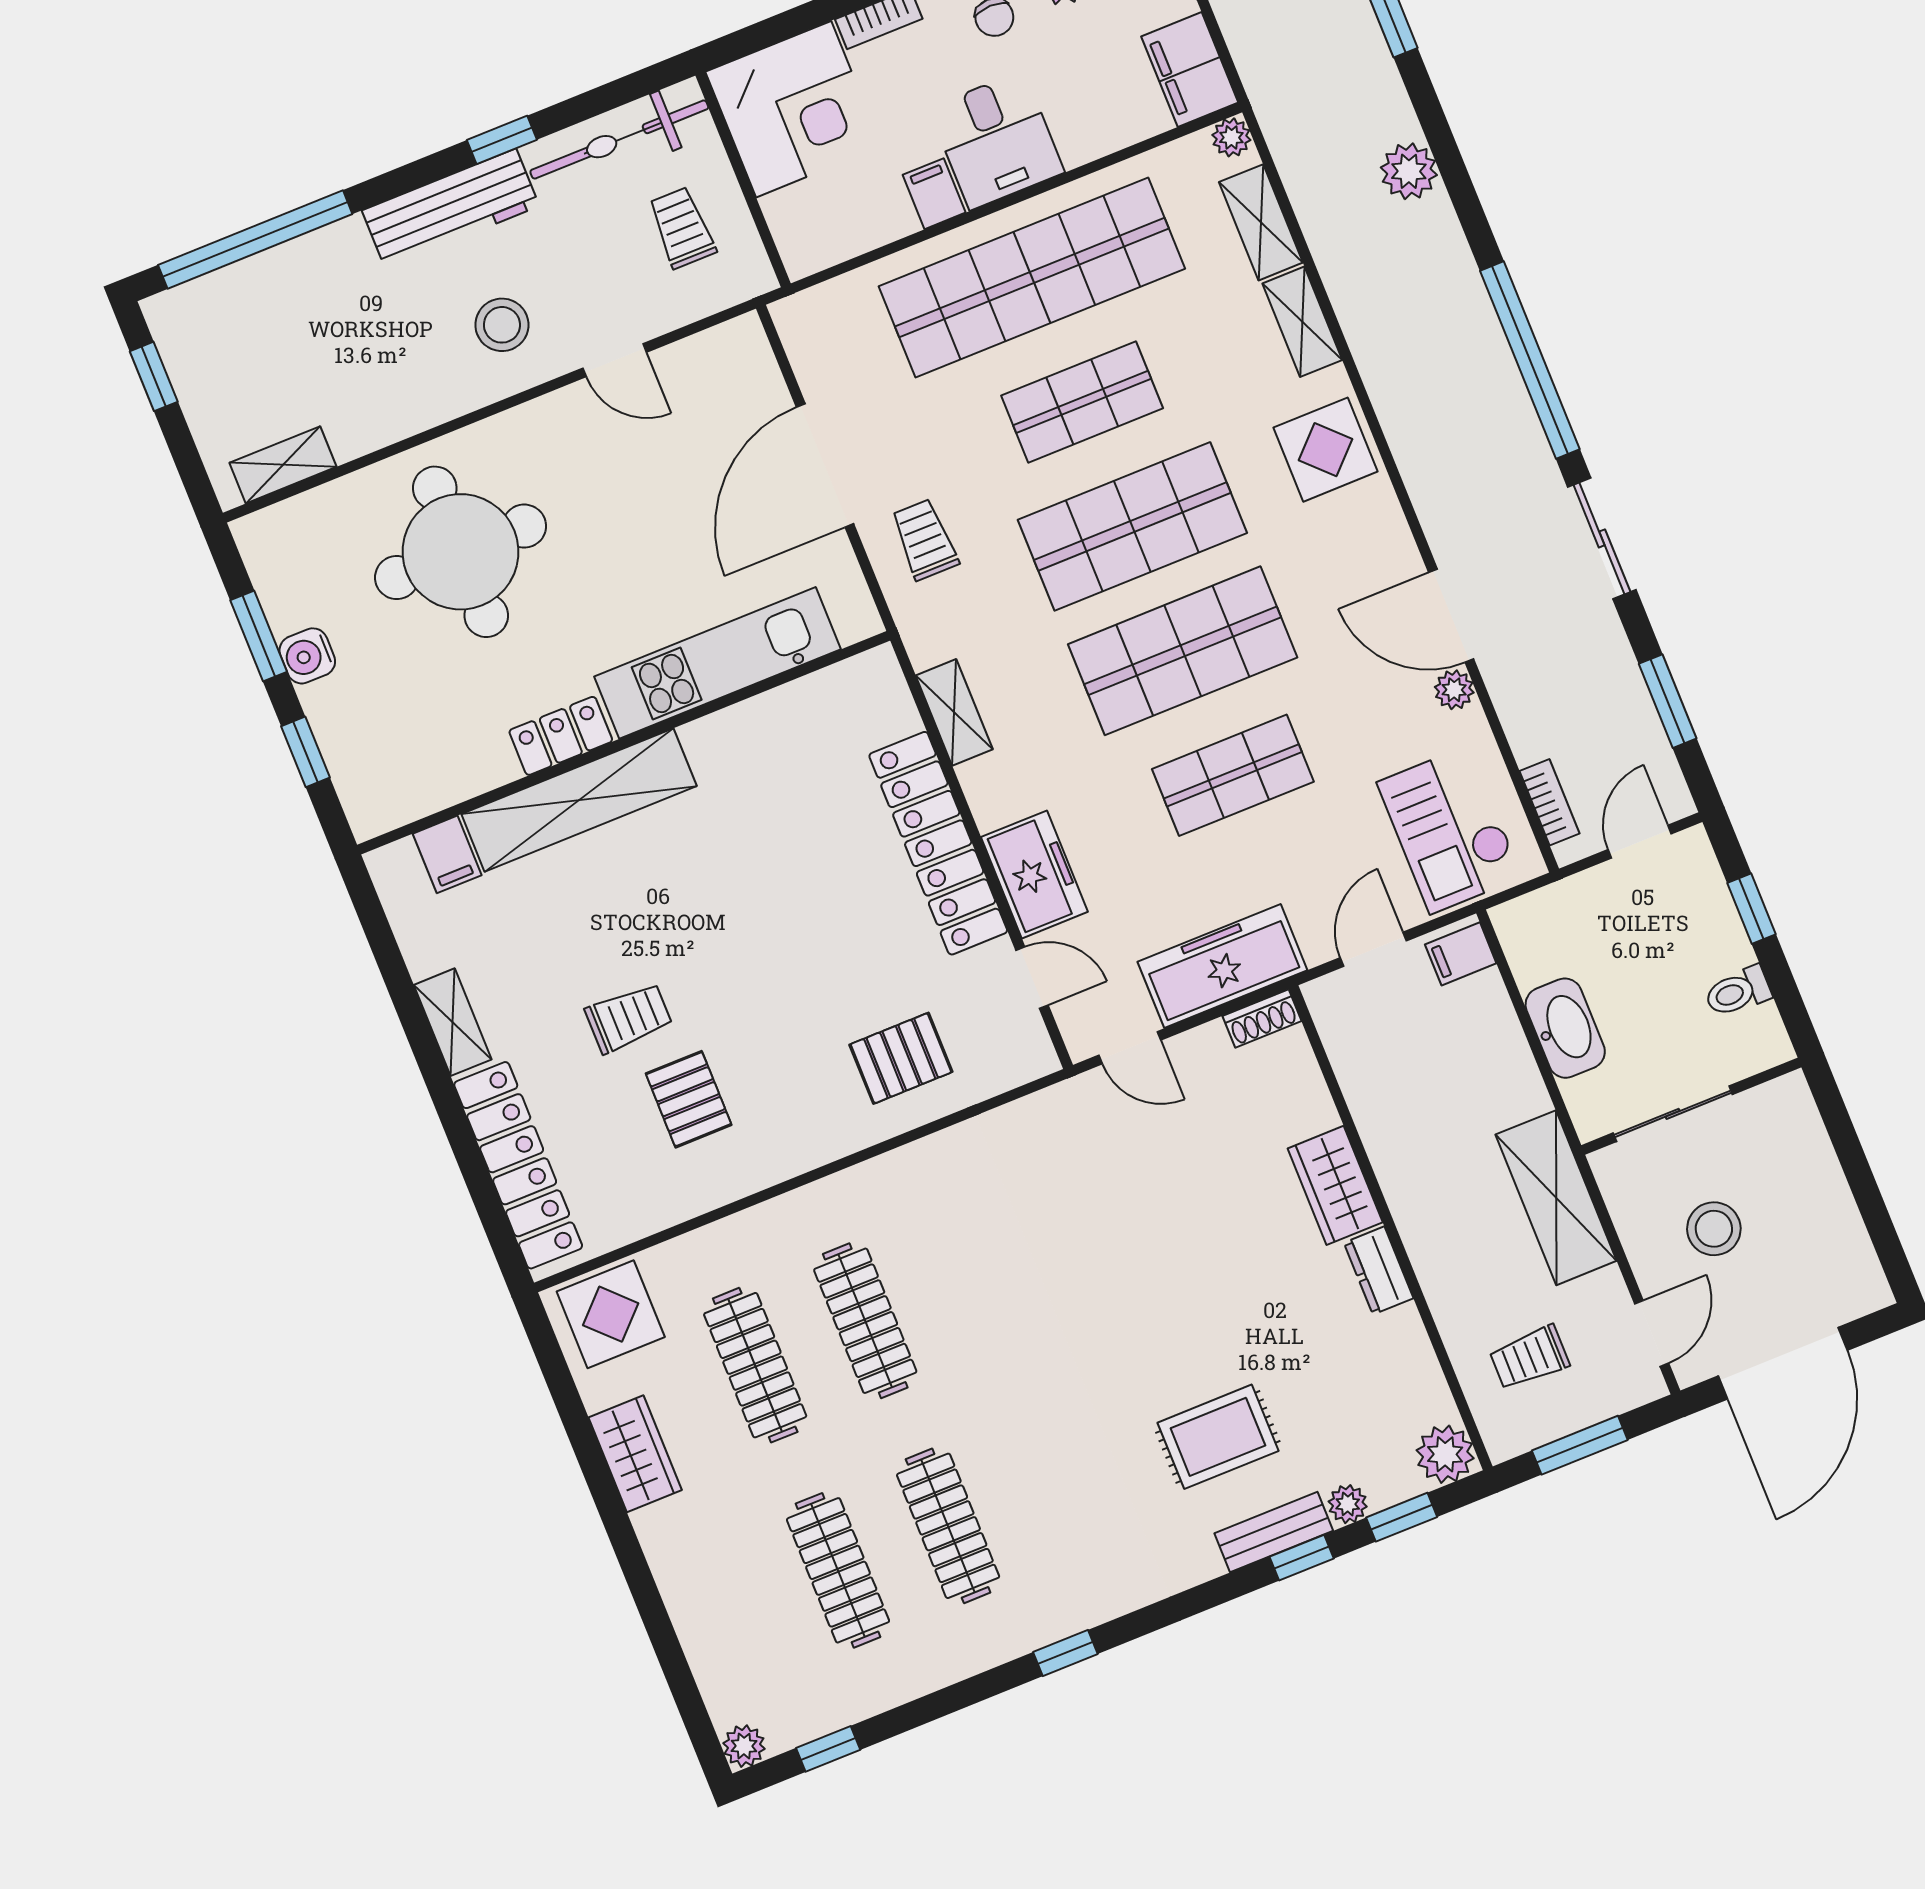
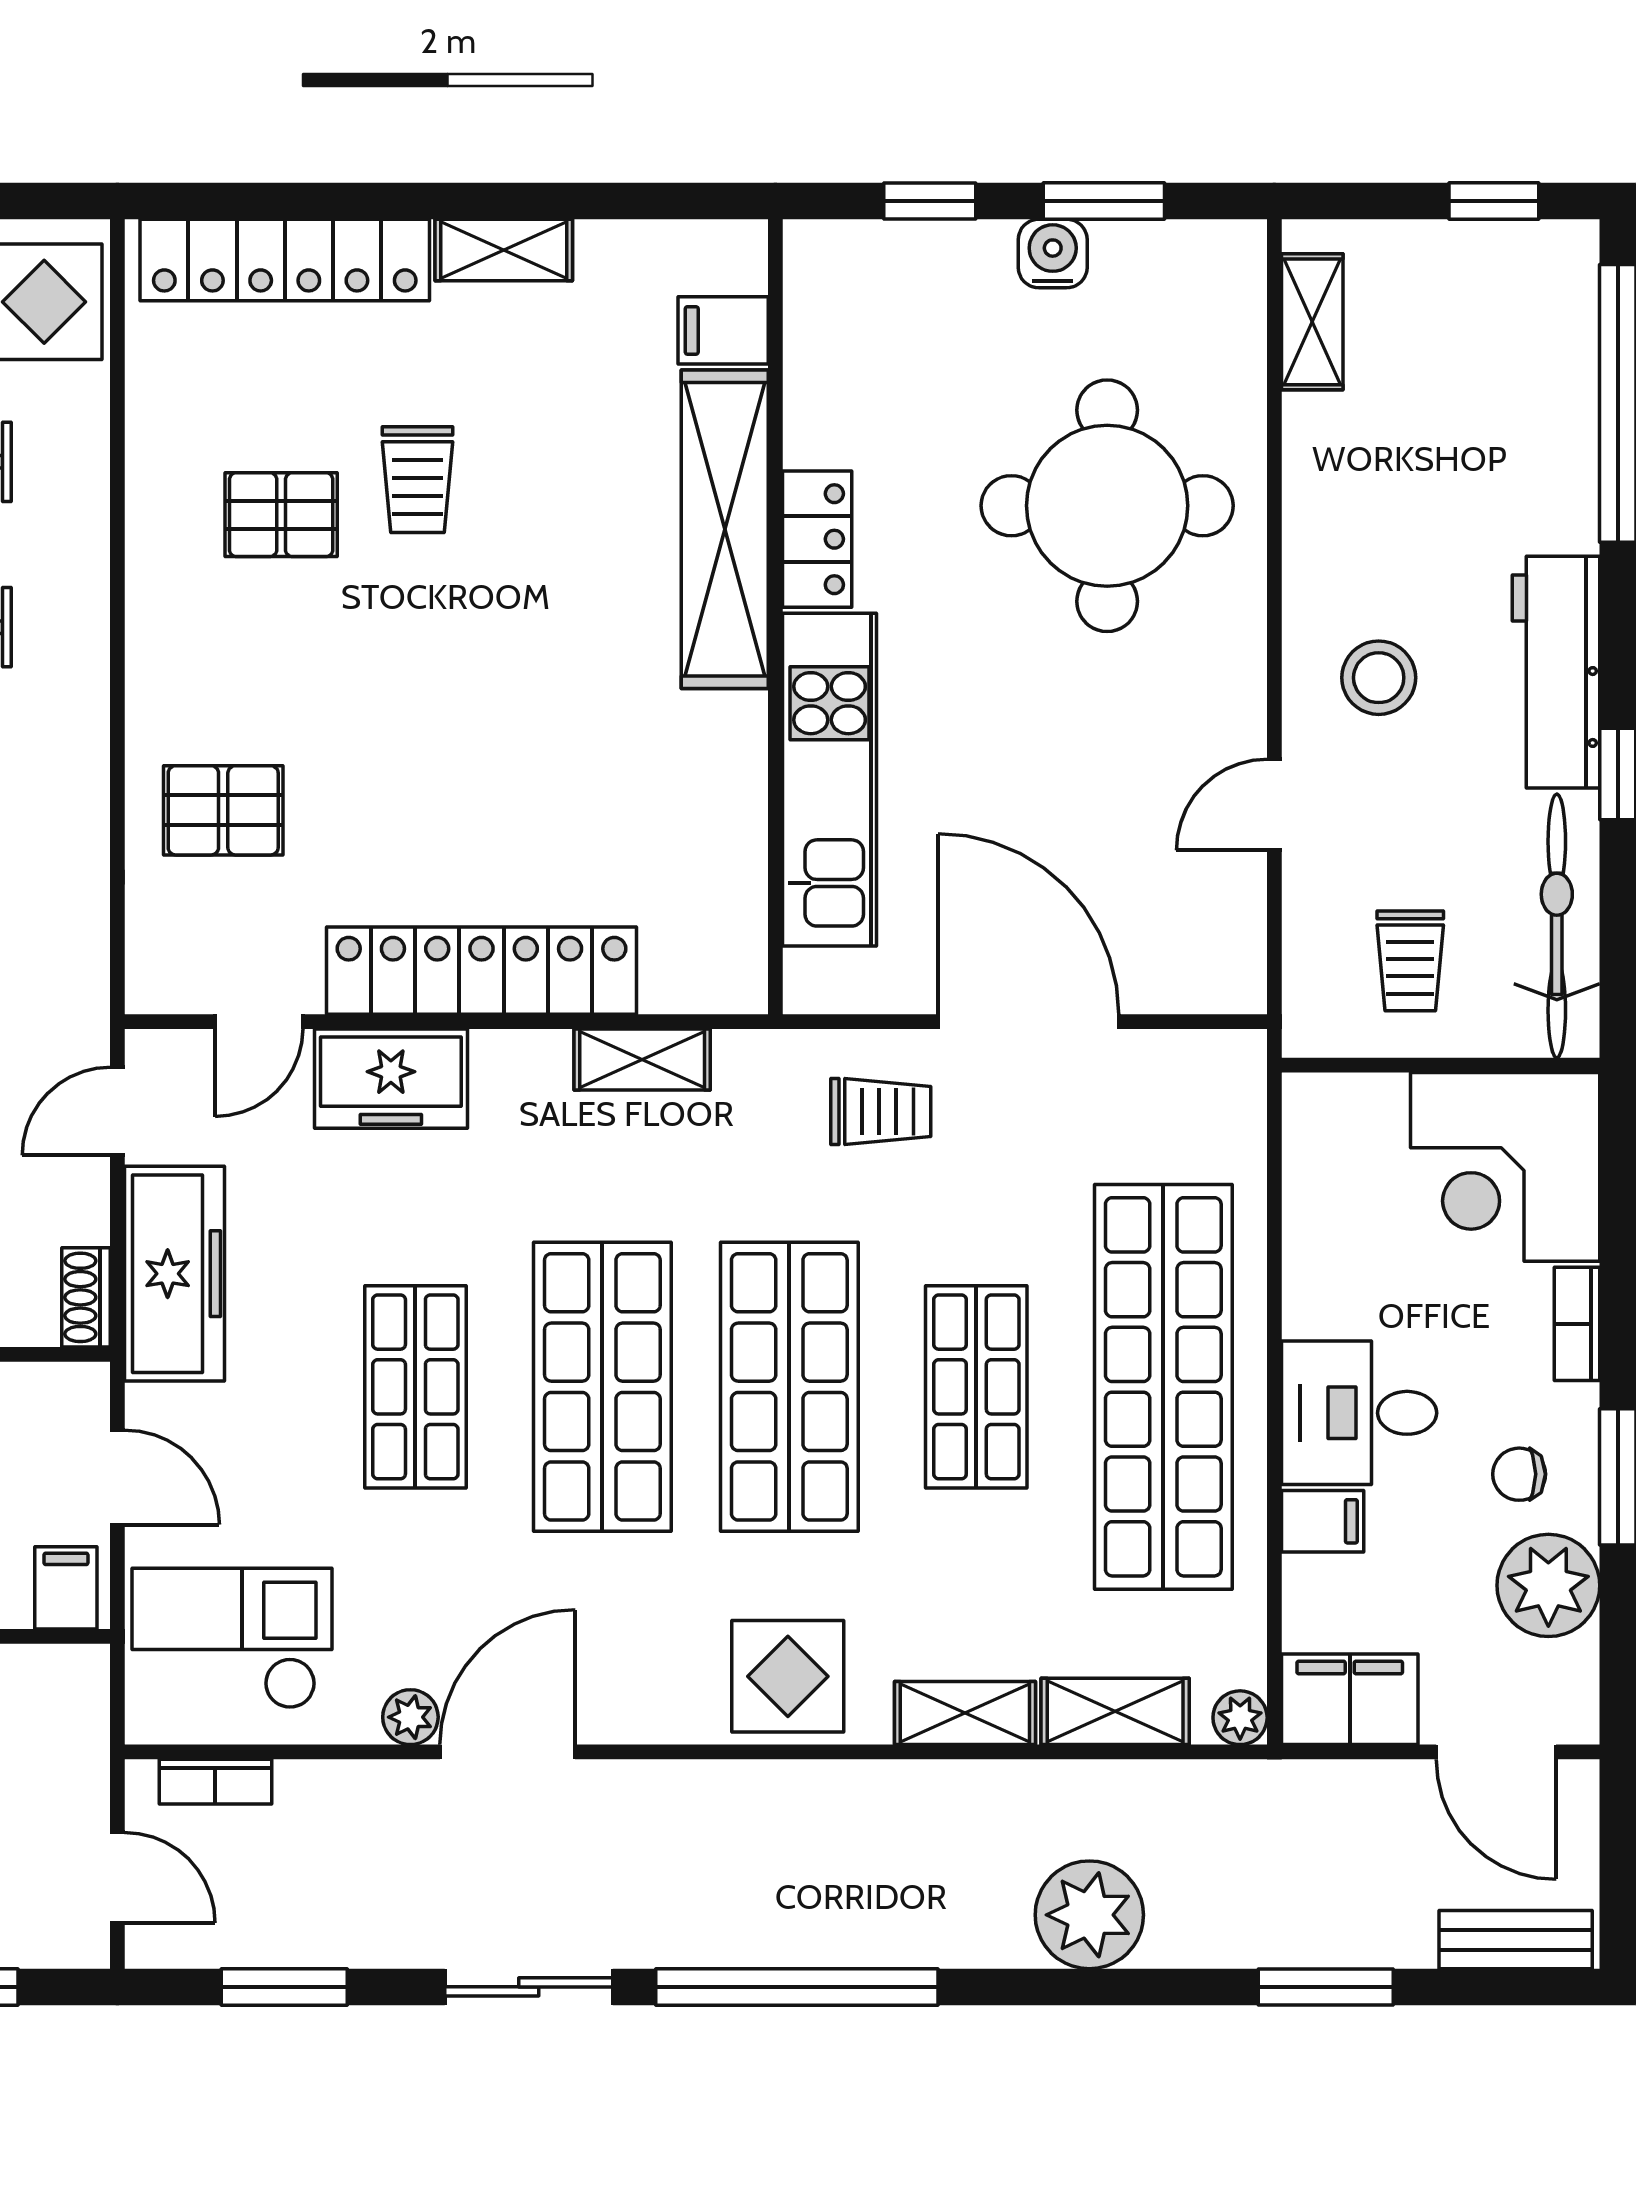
plant: (1409, 171) -> (1089, 1915), width x1.36, depth x1.36
filing cabinet: (934, 194) -> (1323, 1521), moved
trolley: (682, 228) -> (1410, 961), turned 90
pallet: (901, 1058) -> (223, 810), turned 90

